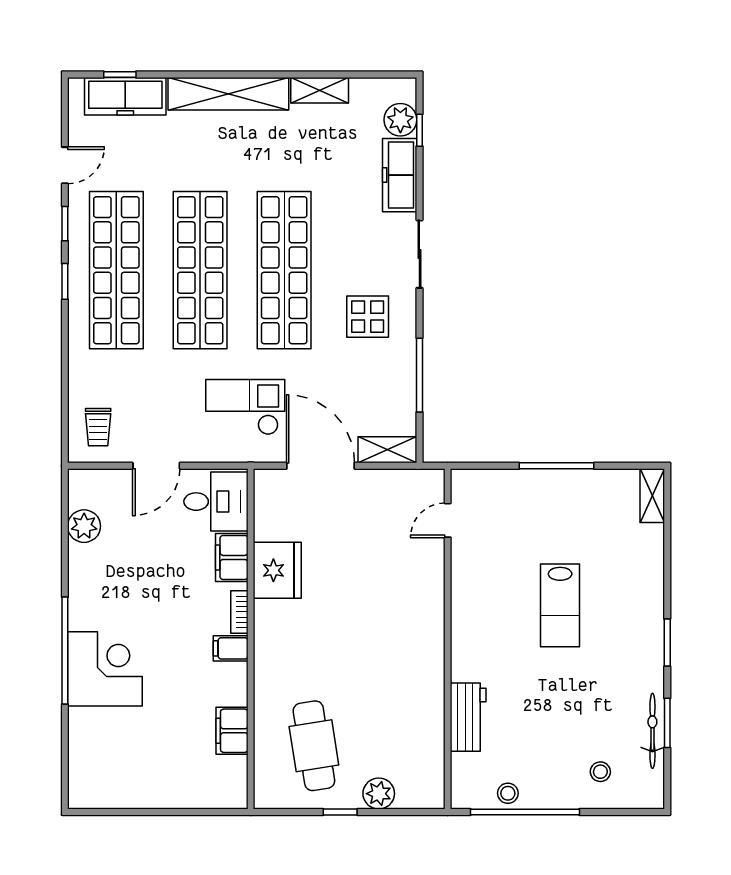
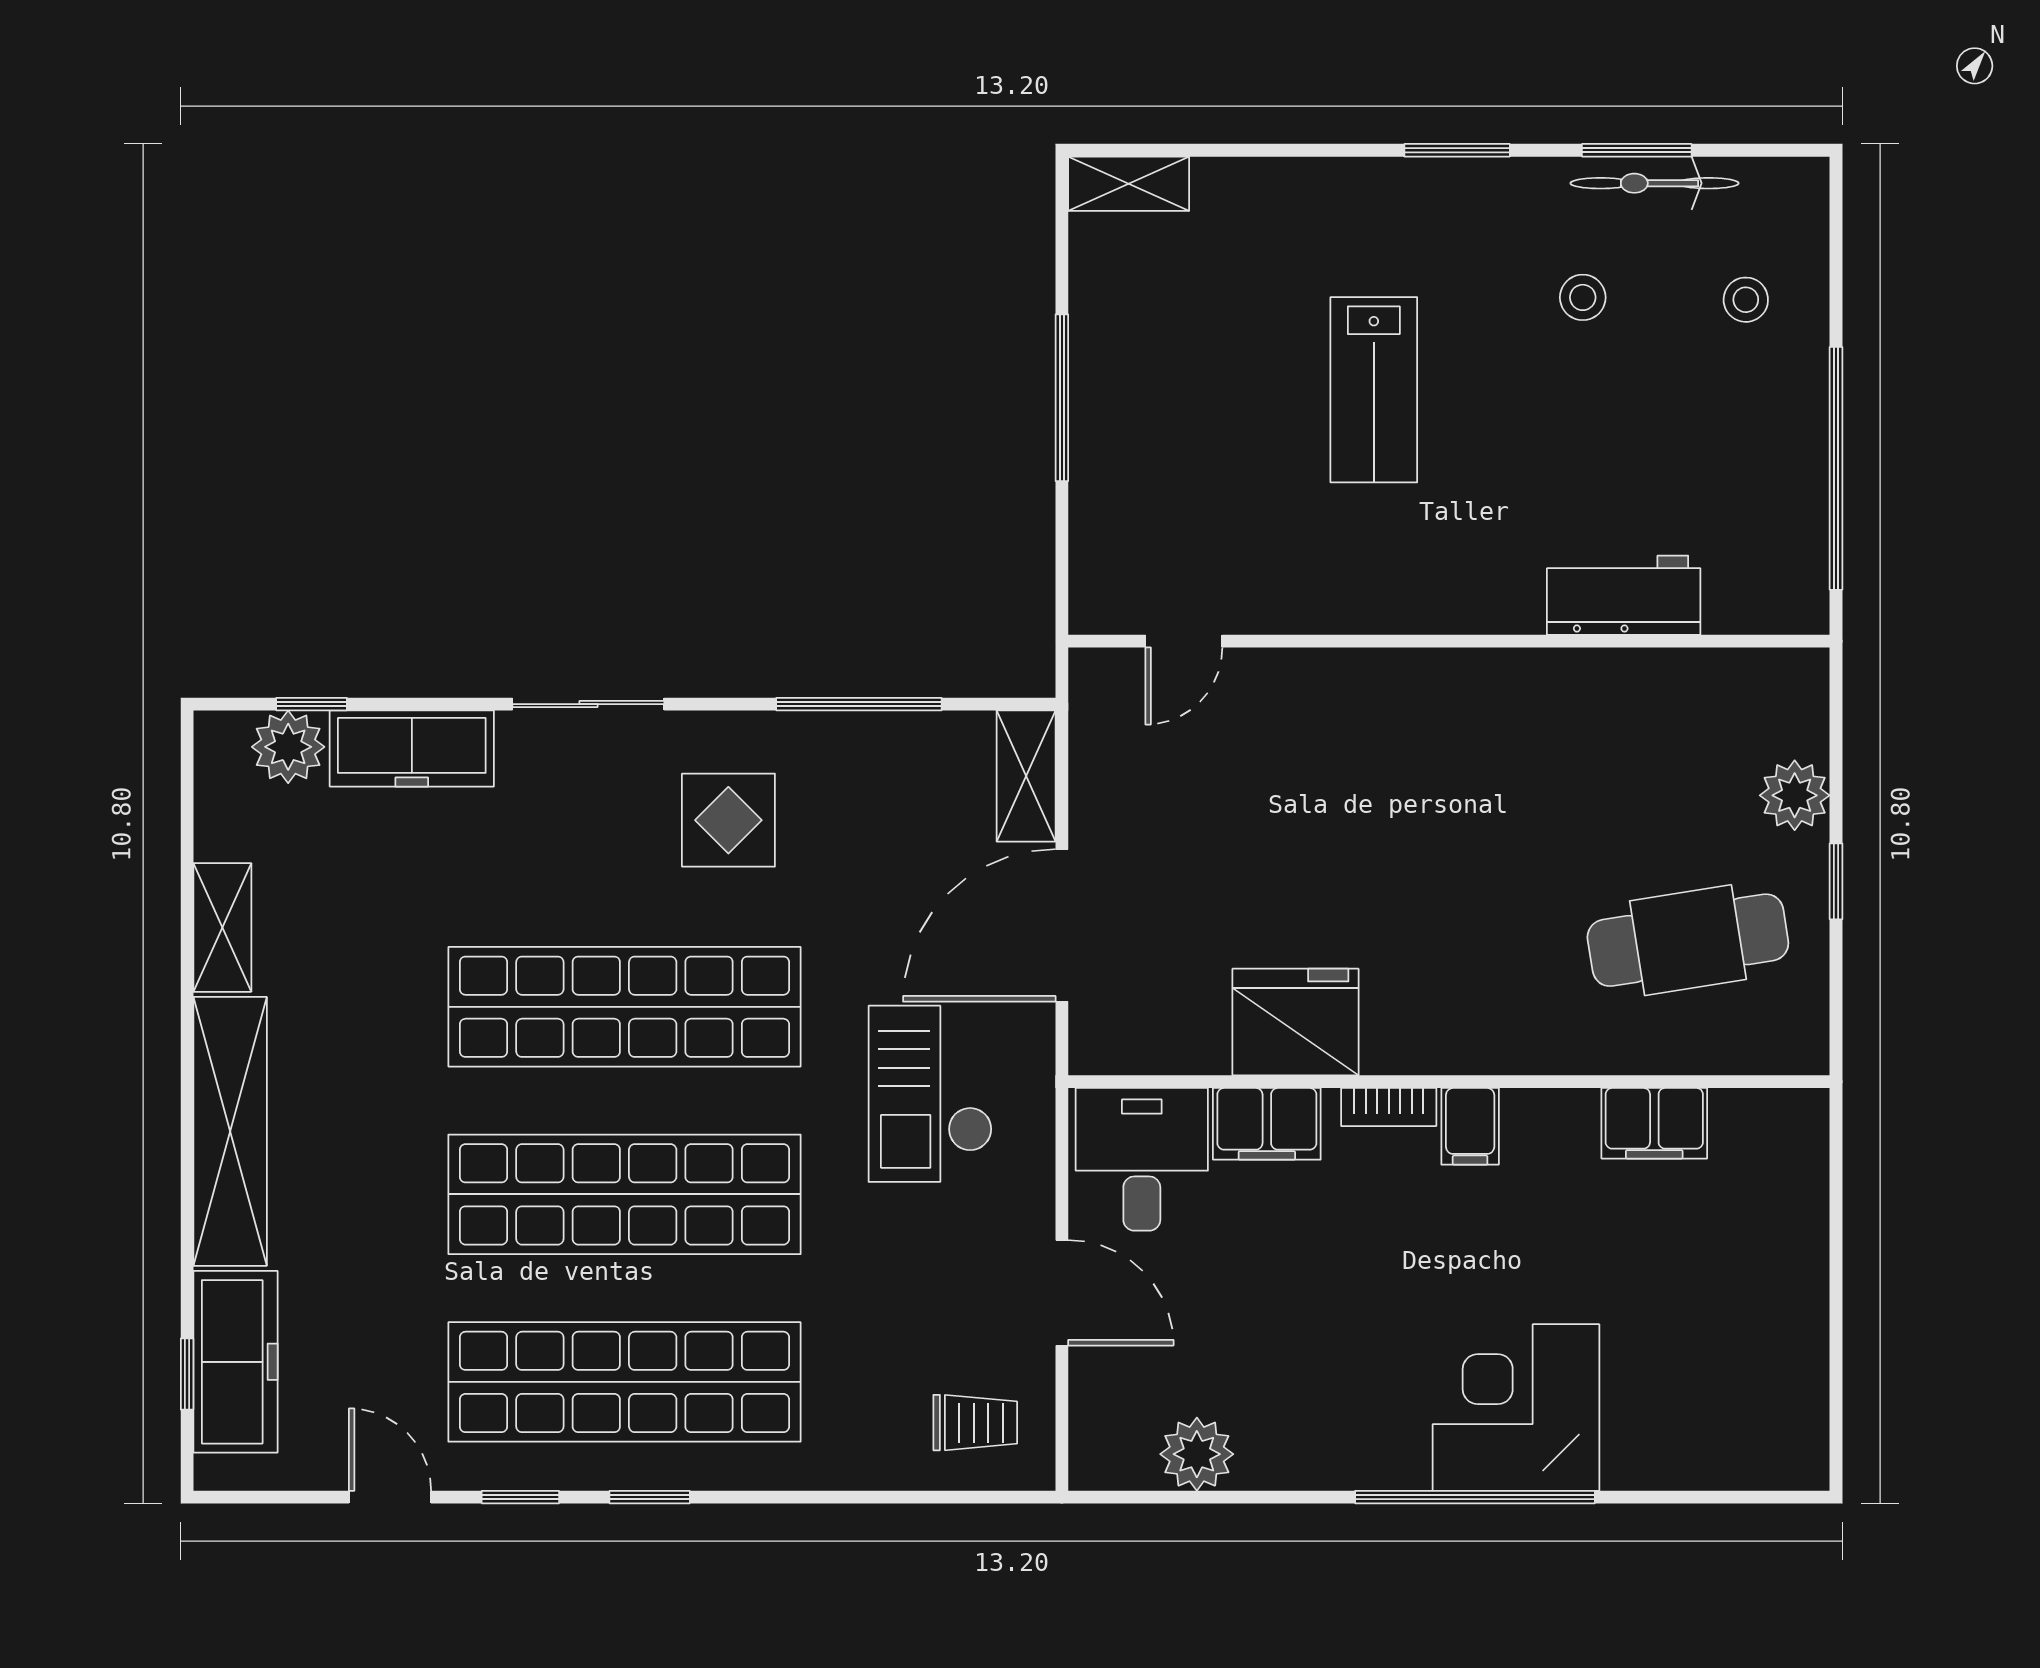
door: (448, 520) -> (1184, 641), hinge flipped
lab bench: (560, 605) -> (1374, 390), turned 90
stool: (508, 793) -> (1583, 297), moved

